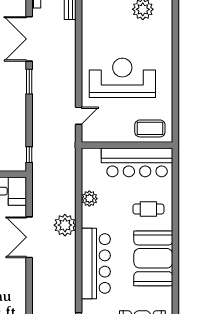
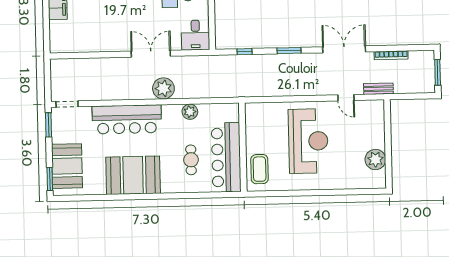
window: (29, 82) -> (289, 51), moved
door: (79, 116) -> (346, 98), moved
window: (29, 155) -> (245, 52), moved
cafe table: (148, 209) -> (191, 160), moved

